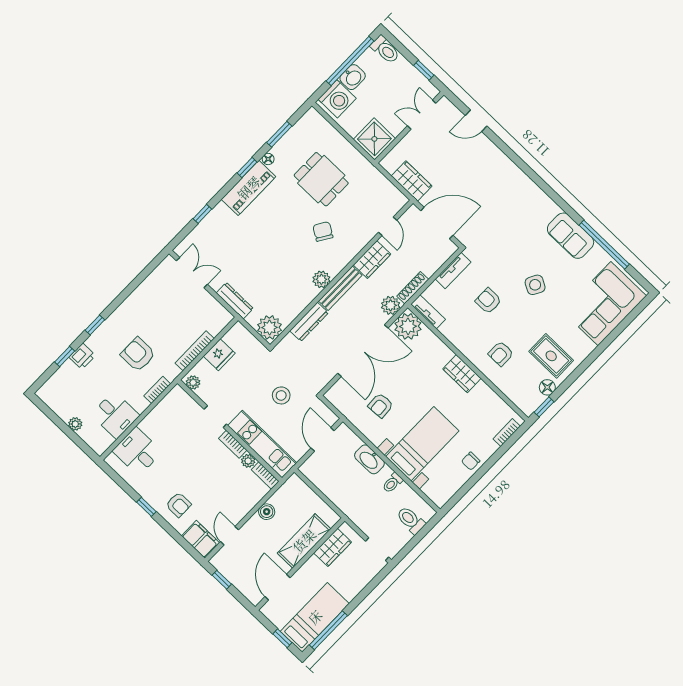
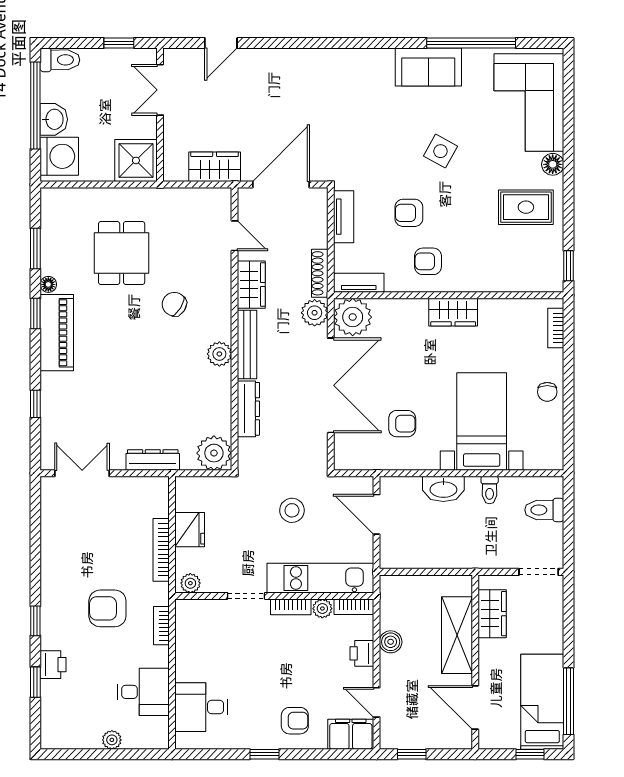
dining table: (321, 179) -> (122, 253), turned 90
armchair: (501, 354) -> (428, 261), moved, turned 90
floor lamp: (547, 387) -> (553, 164), moved
armchair: (381, 406) -> (402, 424), turned -87
printer: (246, 503) -> (362, 653), added

